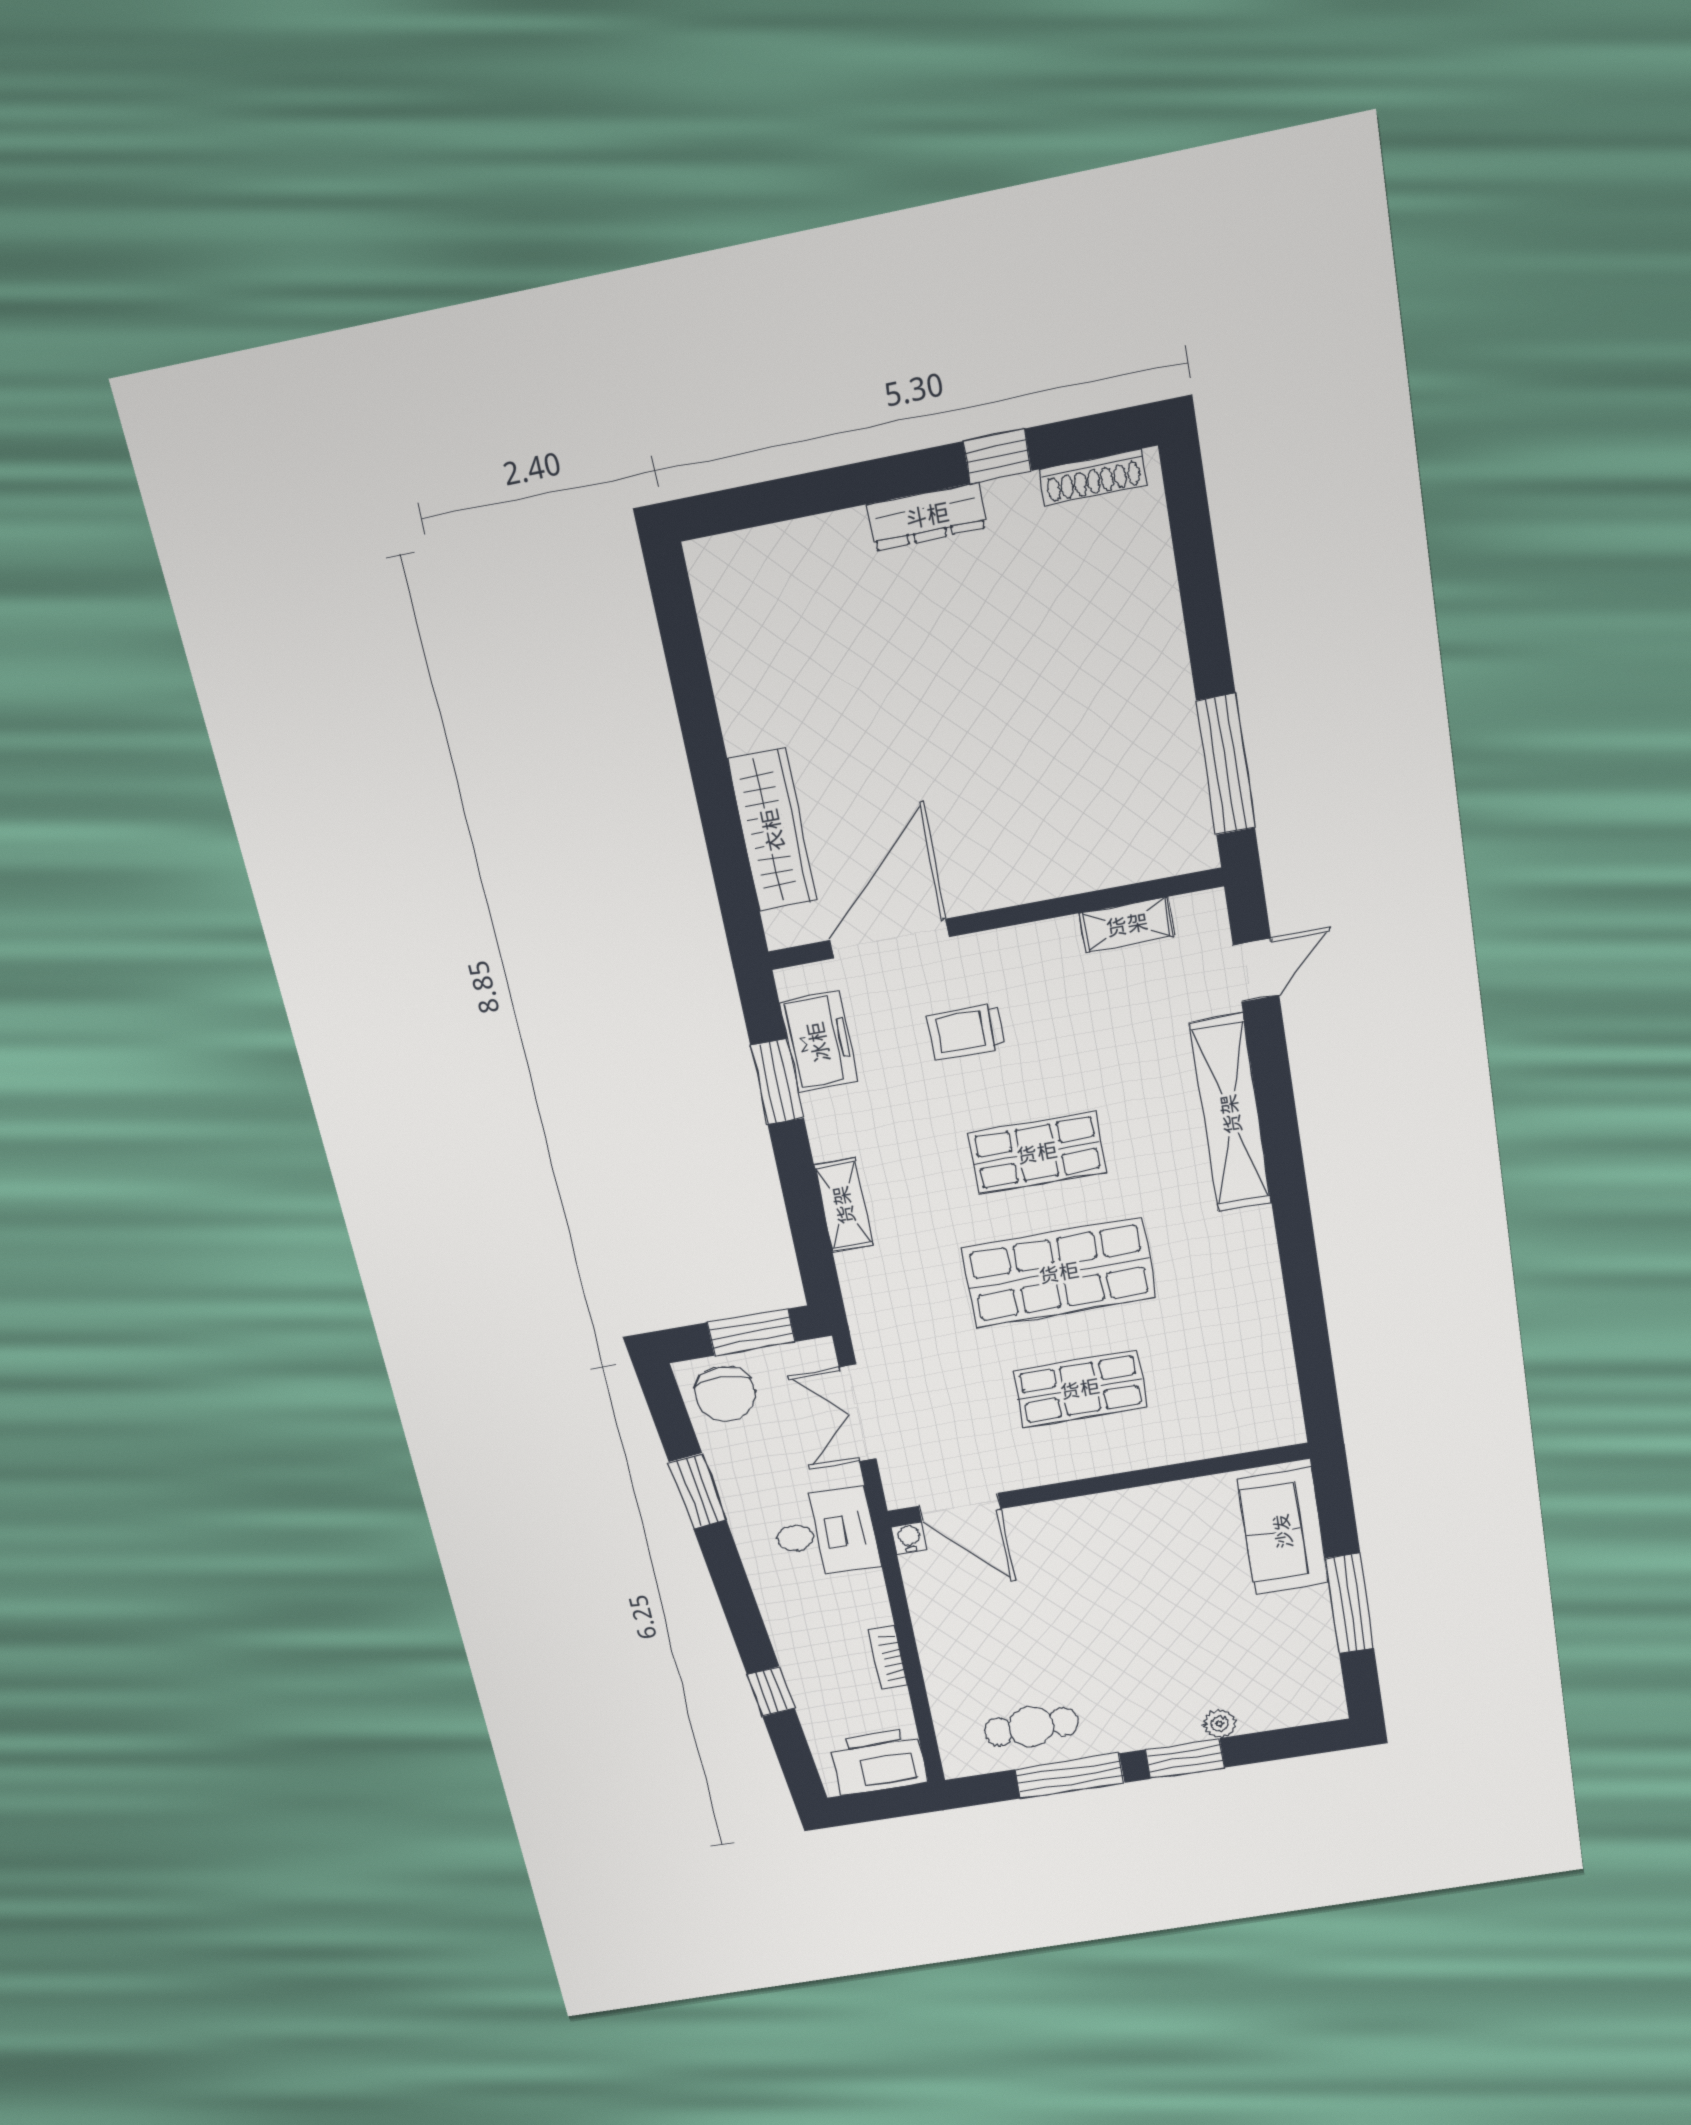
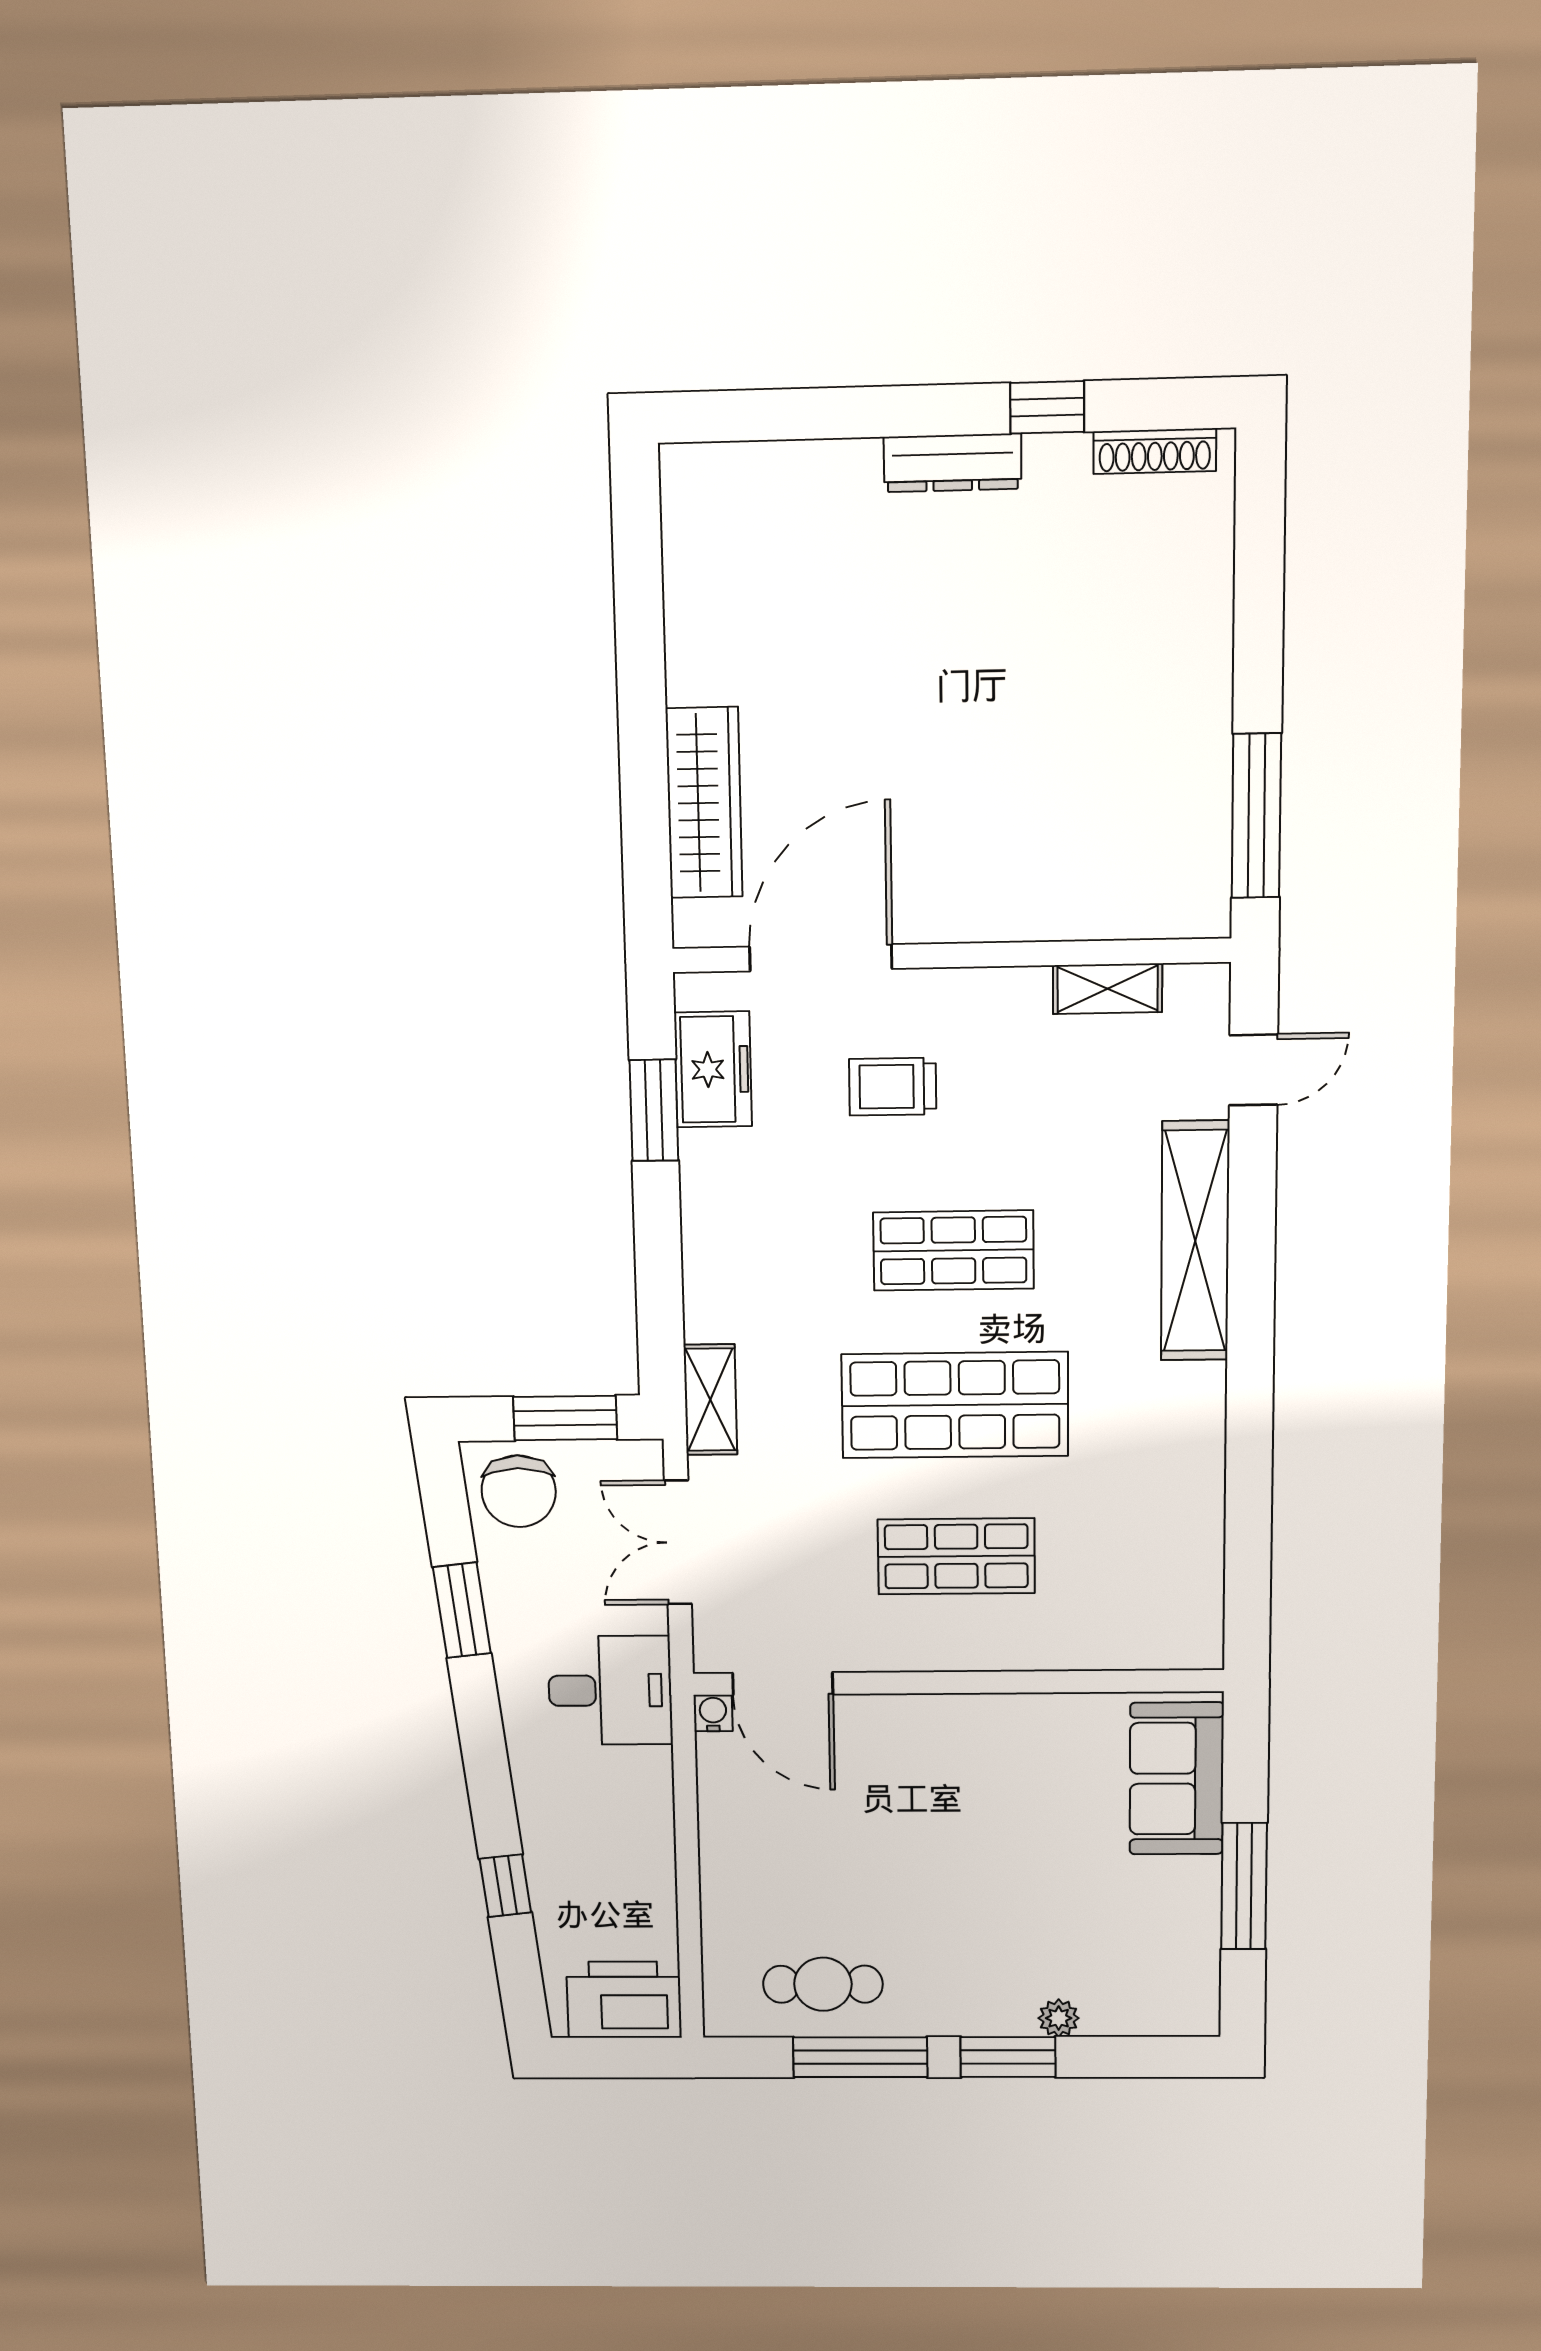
shelving: (844, 1205) -> (710, 1400), moved
bookcase: (888, 1658) -> (660, 1865), removed

